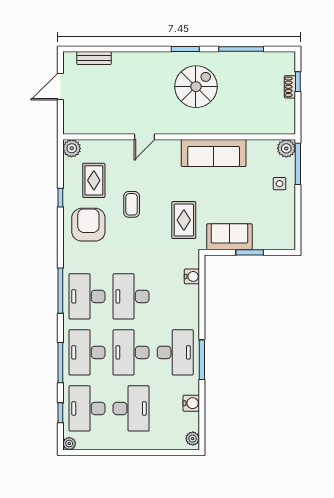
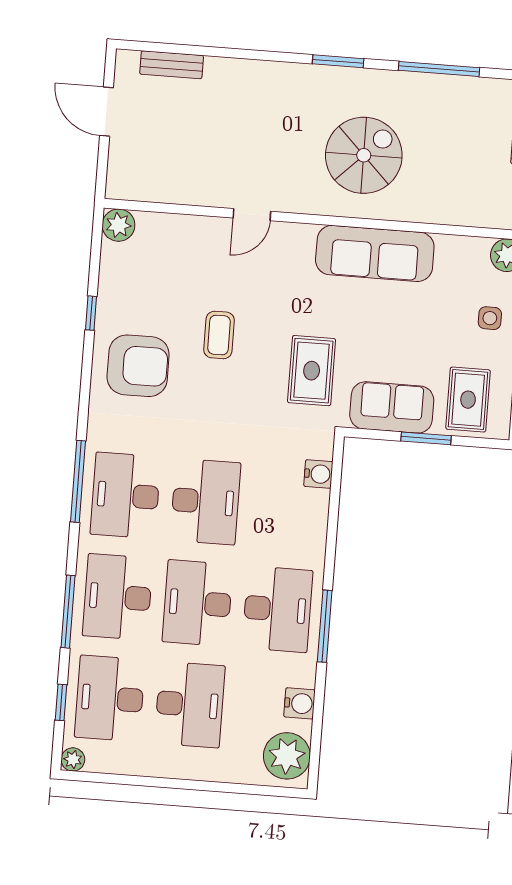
door: (60, 87) -> (106, 112), hinge flipped
spiral stairs: (196, 87) -> (364, 155), moved
rug: (94, 180) -> (468, 400), moved
armchair: (88, 225) -> (138, 366), turned 90
desk: (131, 296) -> (205, 502), turned 180
plant: (193, 439) -> (287, 756), width x1.88, depth x1.88

